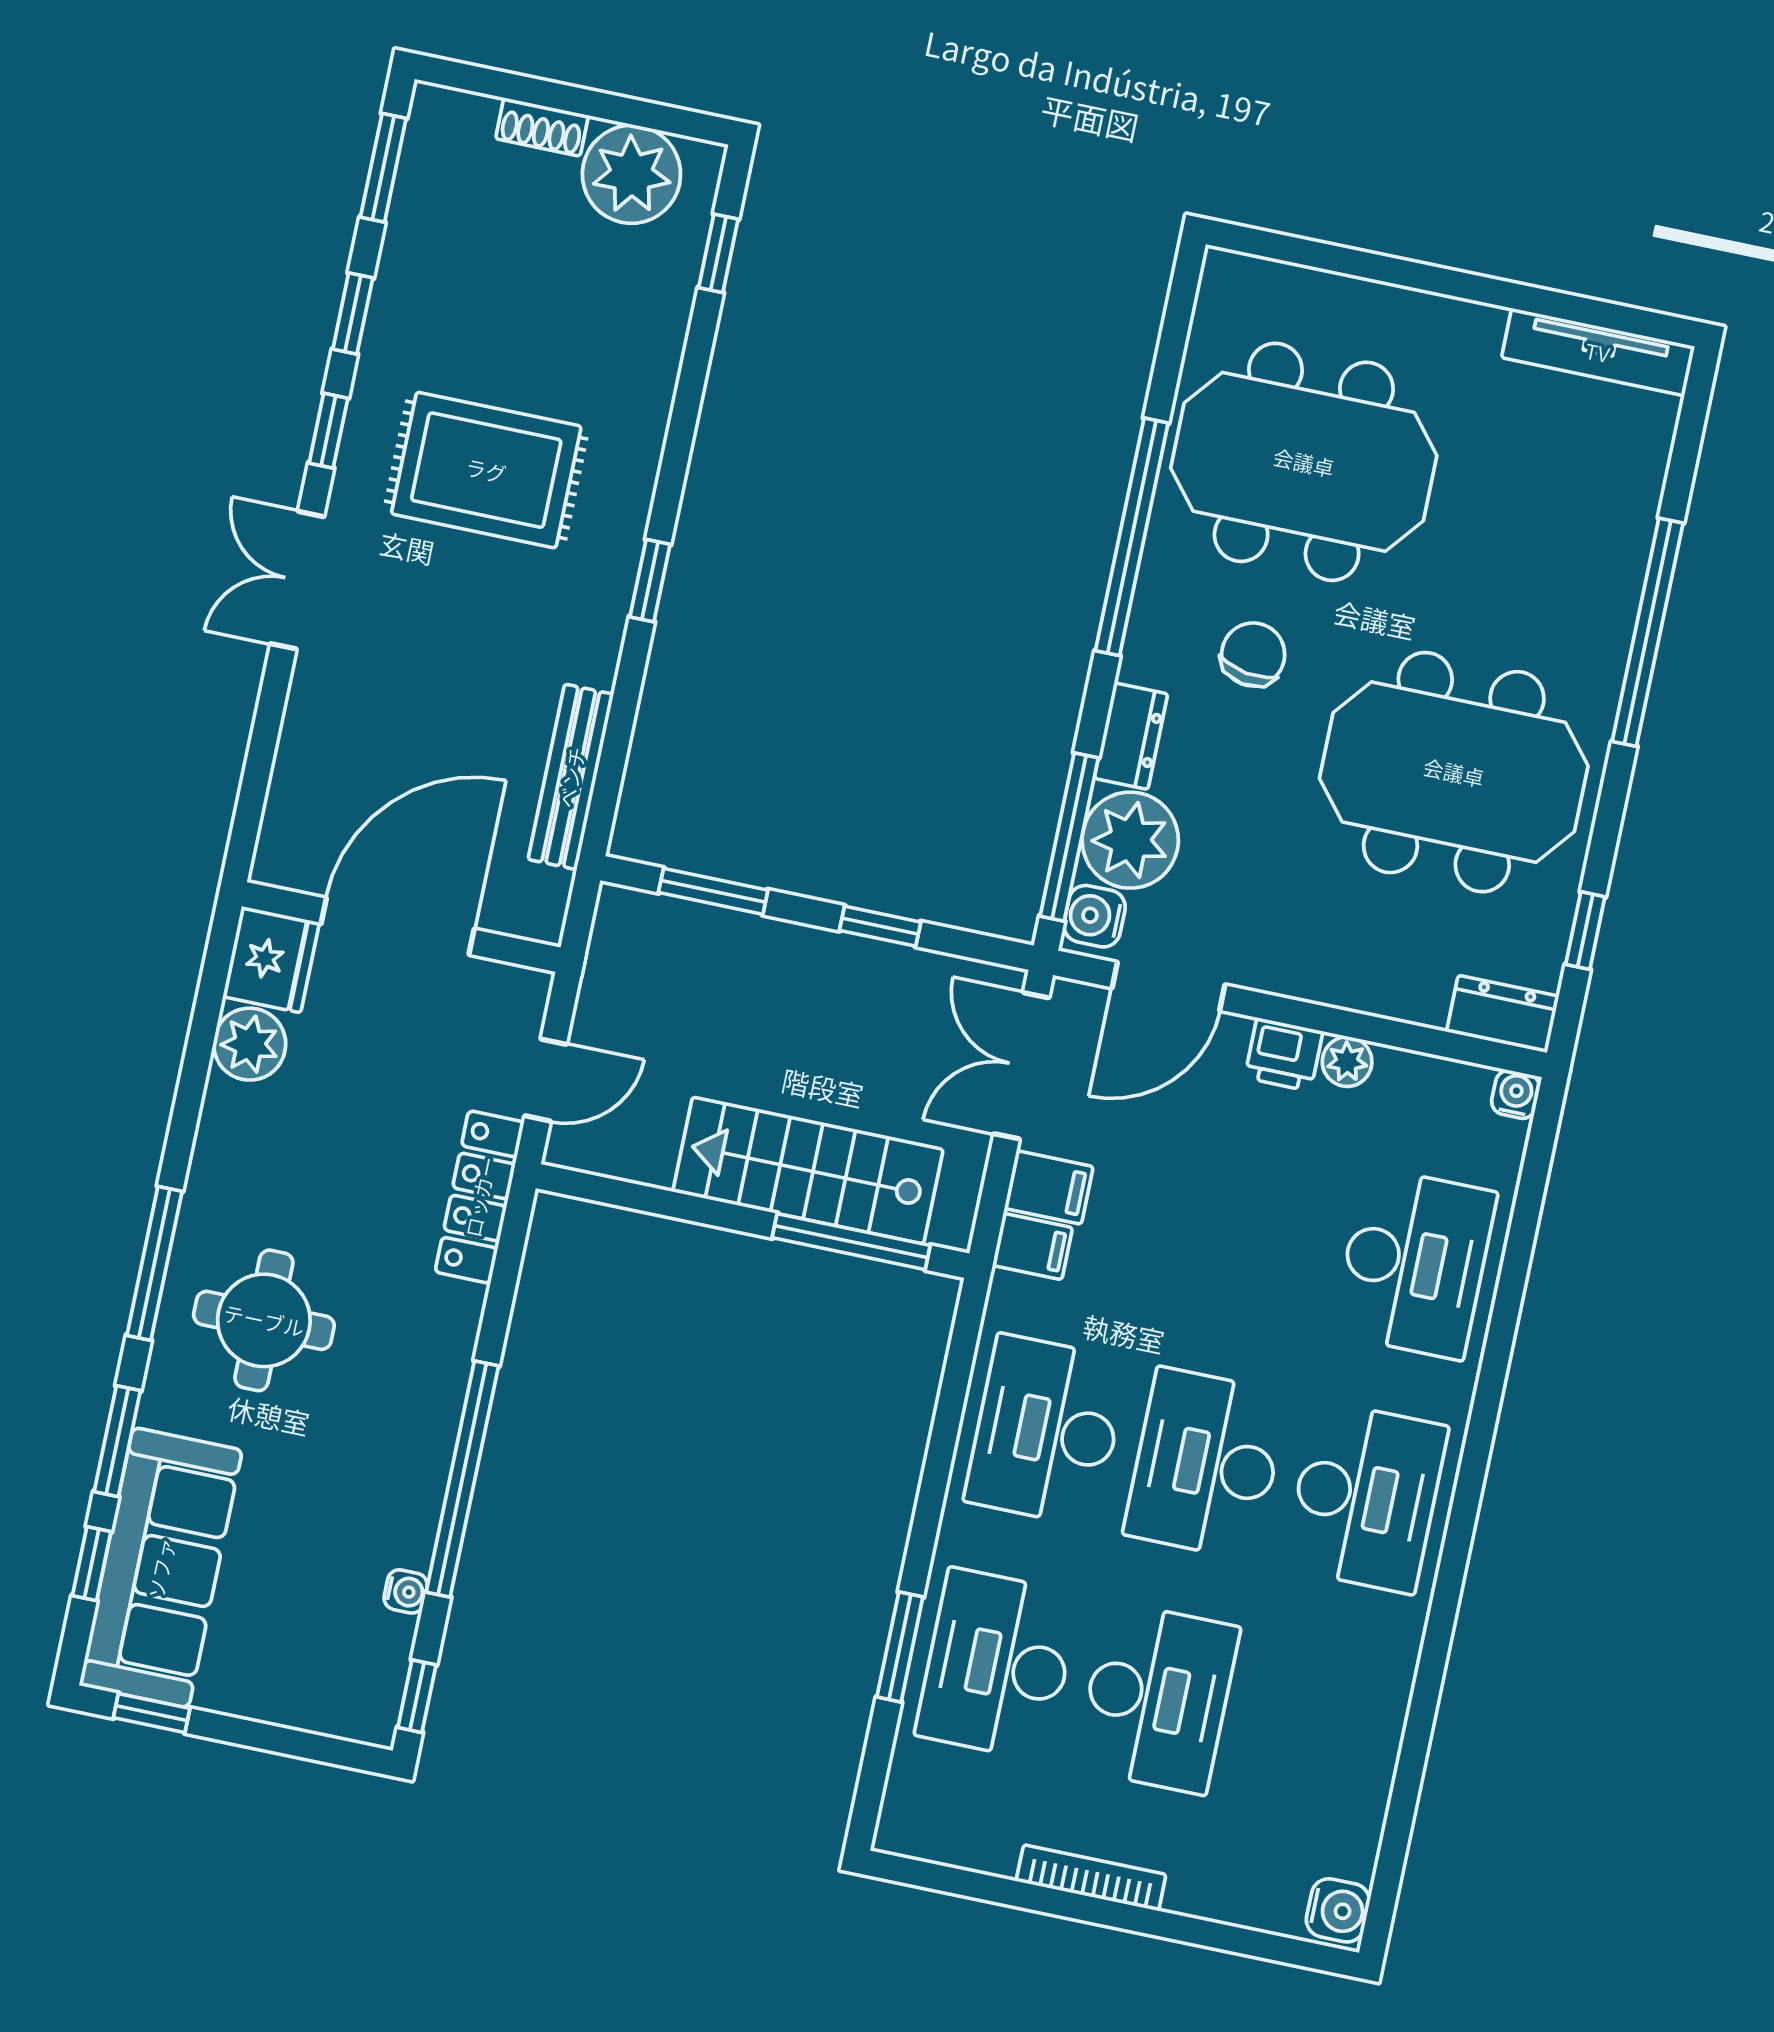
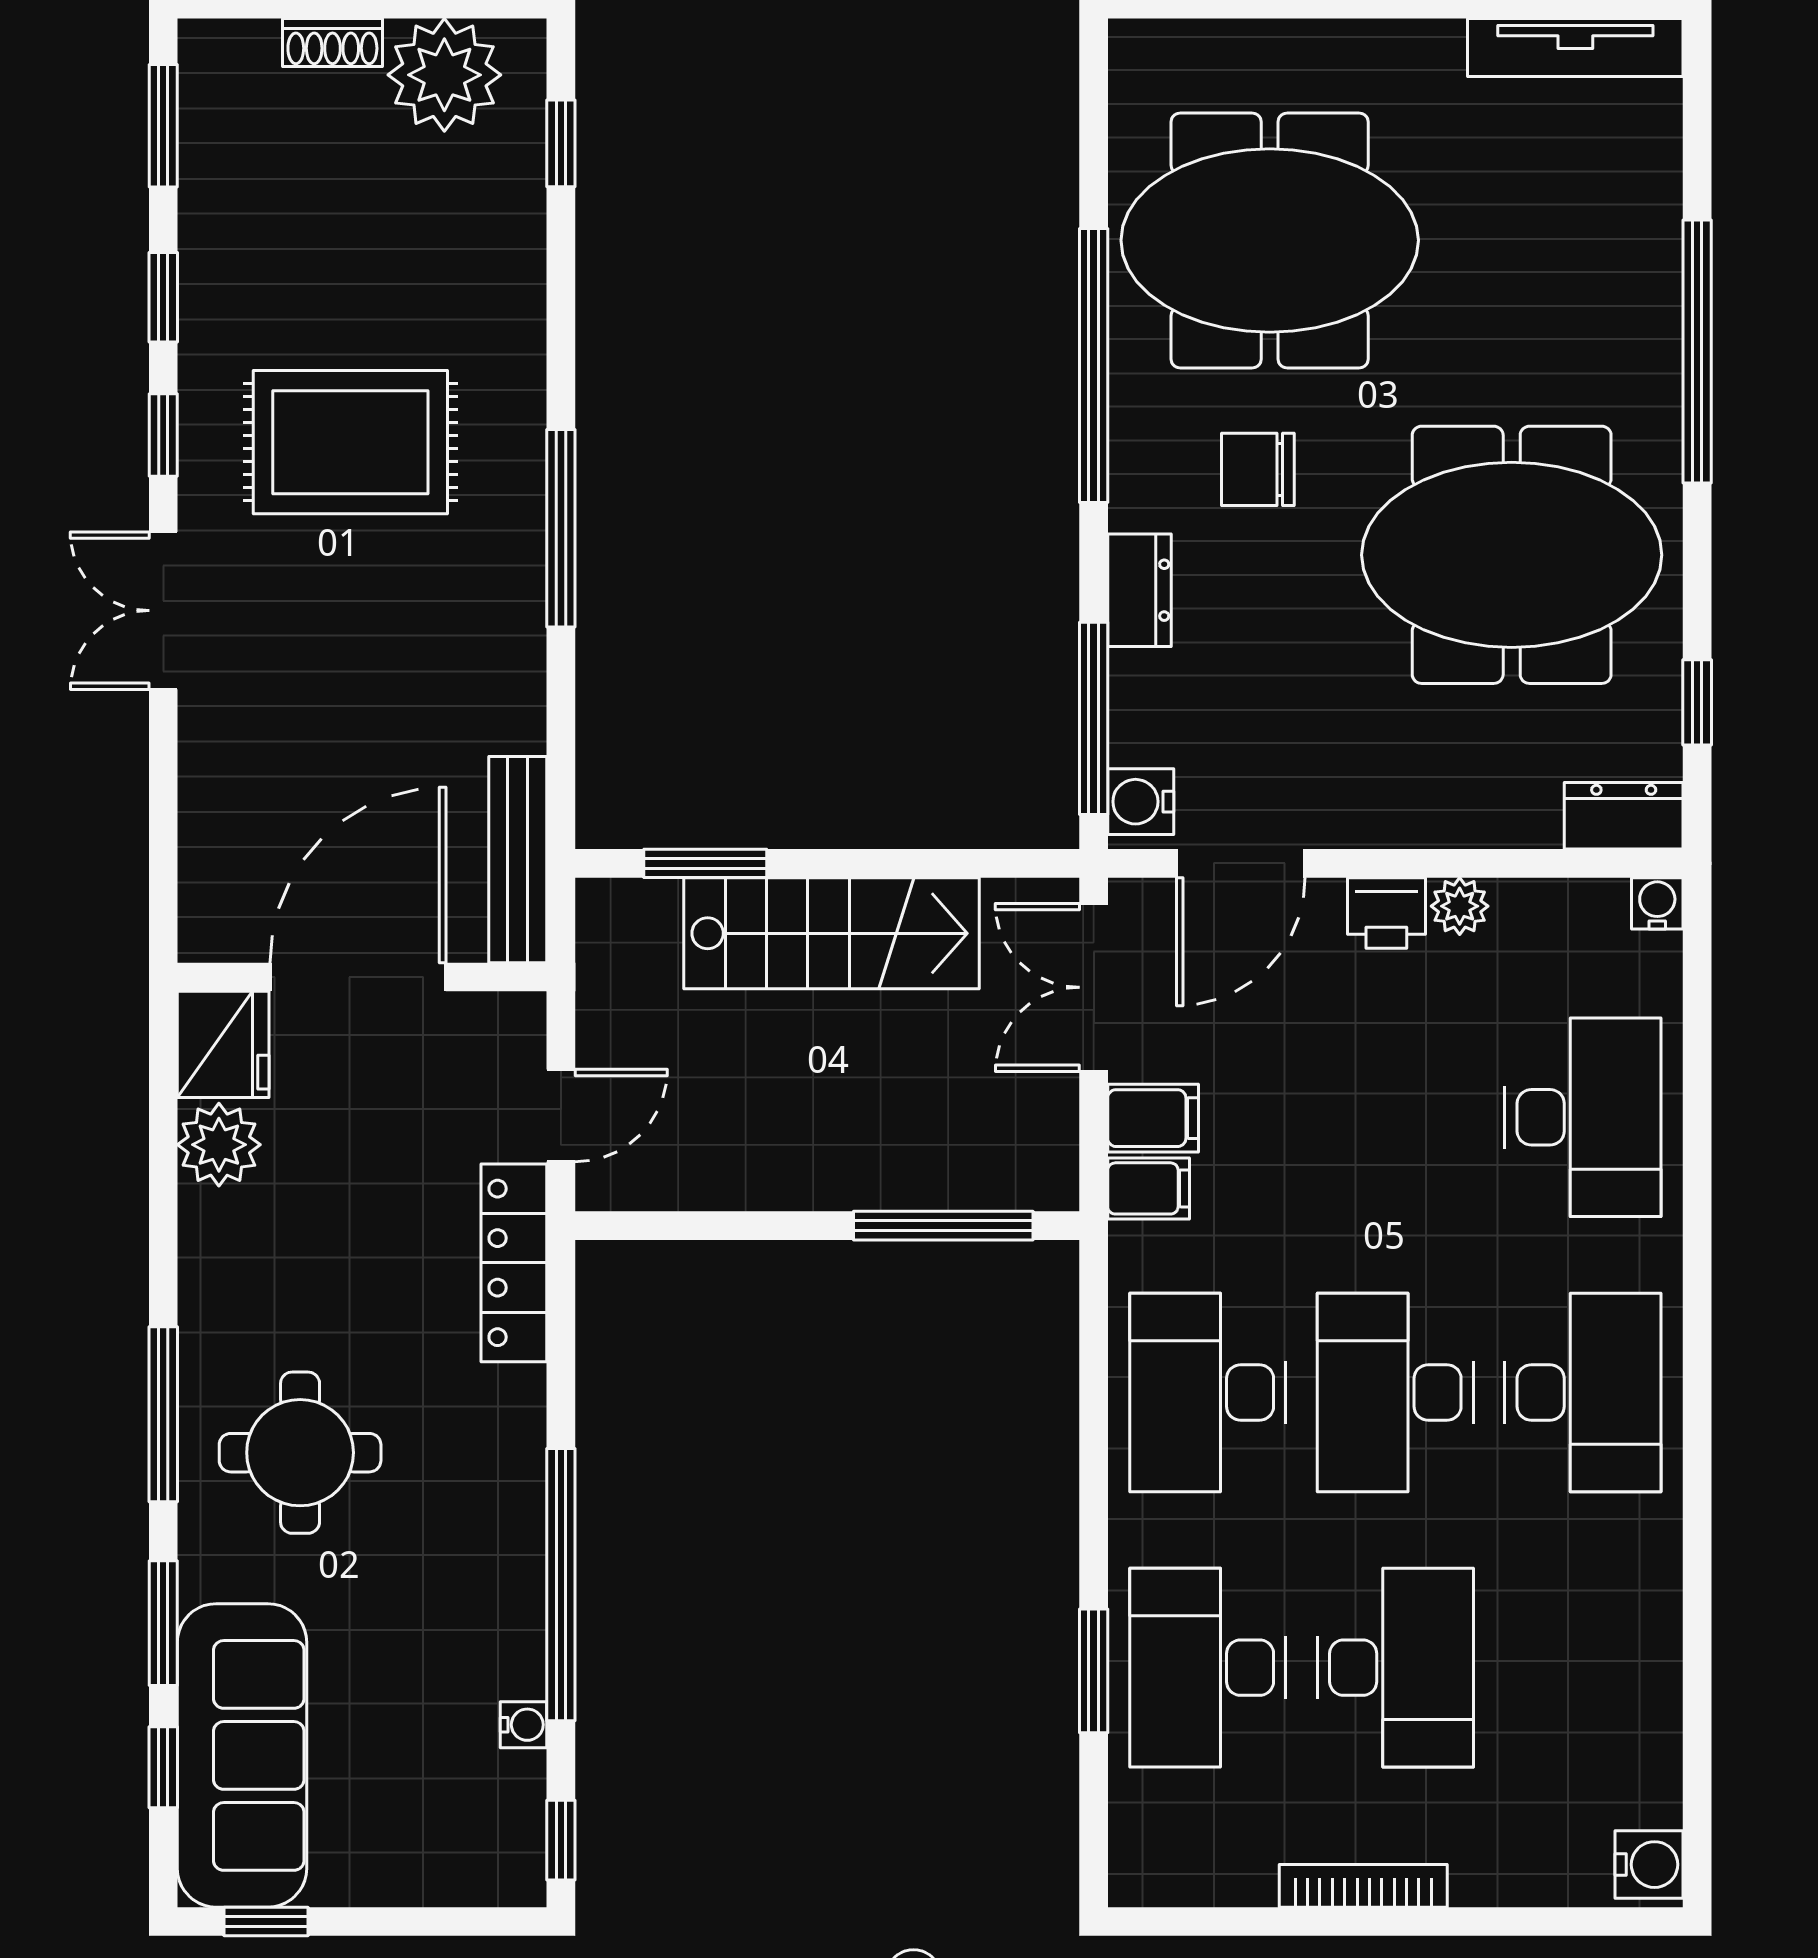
window: (650, 581) -> (561, 528), width x2.17
chair: (1253, 654) -> (1258, 469), turned -99
bench: (571, 777) -> (518, 860), moved
plant: (1130, 840) -> (1163, 708), removed
window: (880, 926) -> (902, 863), removed
stairs: (808, 1171) -> (832, 933), moved, turned 180

